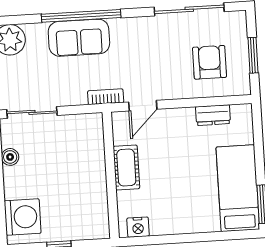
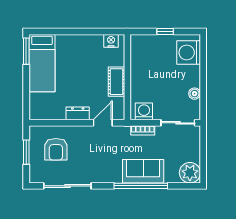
bookcase: (106, 97) -> (143, 130), moved
dresser: (213, 115) -> (78, 113), moved
washing machine: (83, 126) -> (144, 111), added

